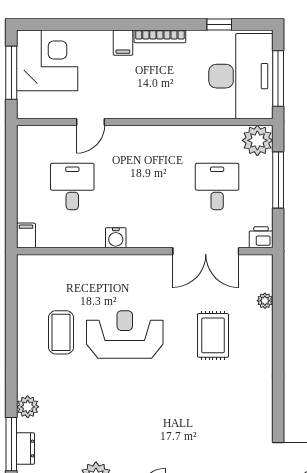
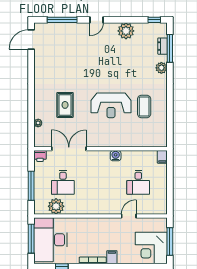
plant: (257, 140) -> (56, 206), moved

